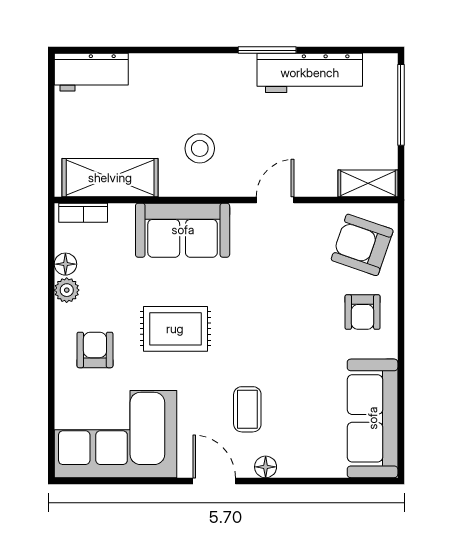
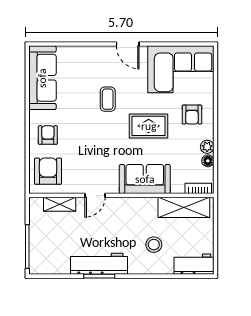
workbench: (310, 73) -> (99, 264), moved
stool: (200, 148) -> (154, 245), moved
shelving: (368, 183) -> (60, 204), moved
armchair: (362, 245) -> (48, 171), turned -109
coffee table: (247, 409) -> (108, 99), moved
floor lamp: (266, 467) -> (100, 52), removed

